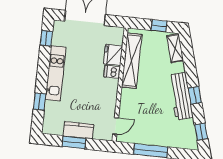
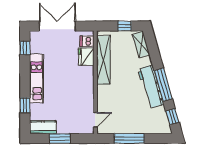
dishwasher: (112, 72) -> (87, 41), moved
window: (195, 95) -> (163, 85), width x2.17
kitchen counter: (78, 130) -> (43, 127), moved

